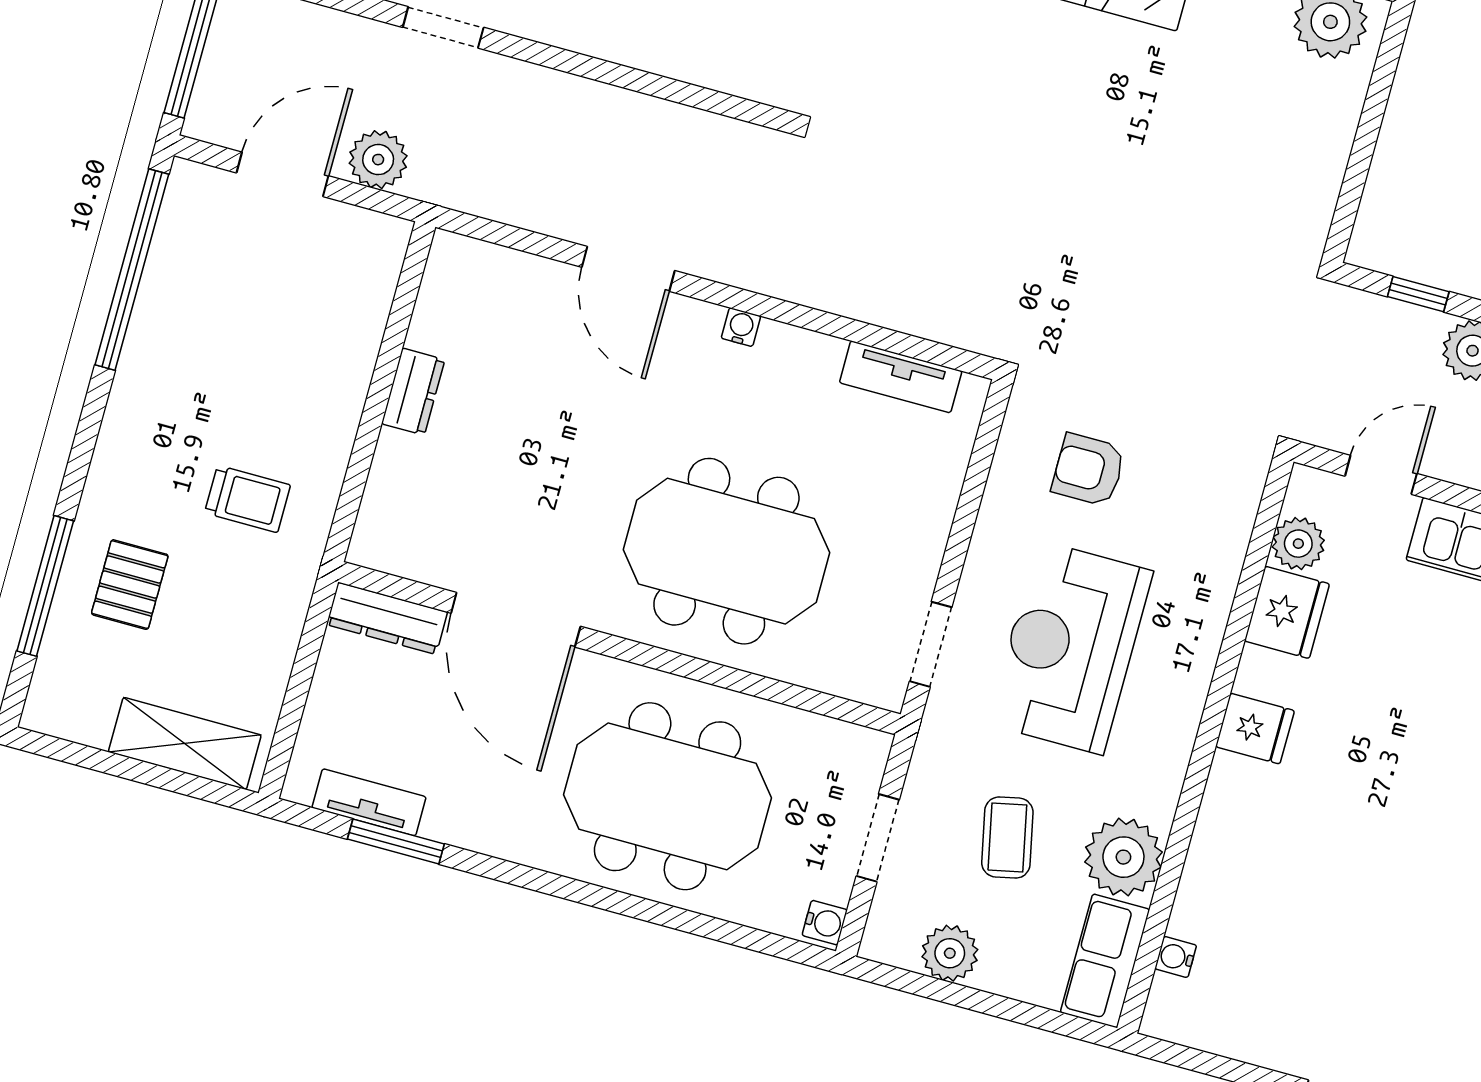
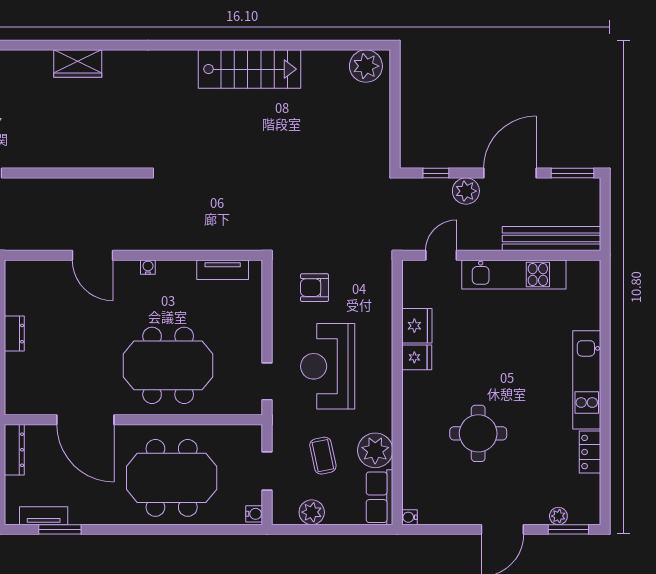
plant: (1298, 544) -> (414, 295), removed
dresser: (387, 618) -> (14, 450), moved, turned -90
fridge: (1255, 729) -> (417, 357), moved
round table: (1356, 881) -> (478, 433), added
water cooler: (1176, 957) -> (409, 517), moved

